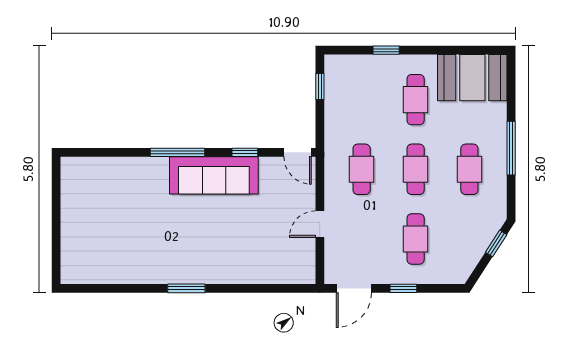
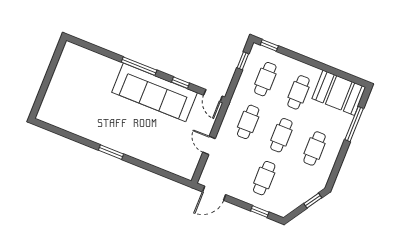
window: (386, 50) -> (269, 45), moved
cafe table: (362, 100) -> (265, 79), added
window: (511, 148) -> (354, 124), moved
sofa: (214, 175) -> (155, 92), width x1.36, depth x1.27
door: (320, 224) -> (209, 145), hinge flipped
window: (403, 288) -> (260, 212), moved

